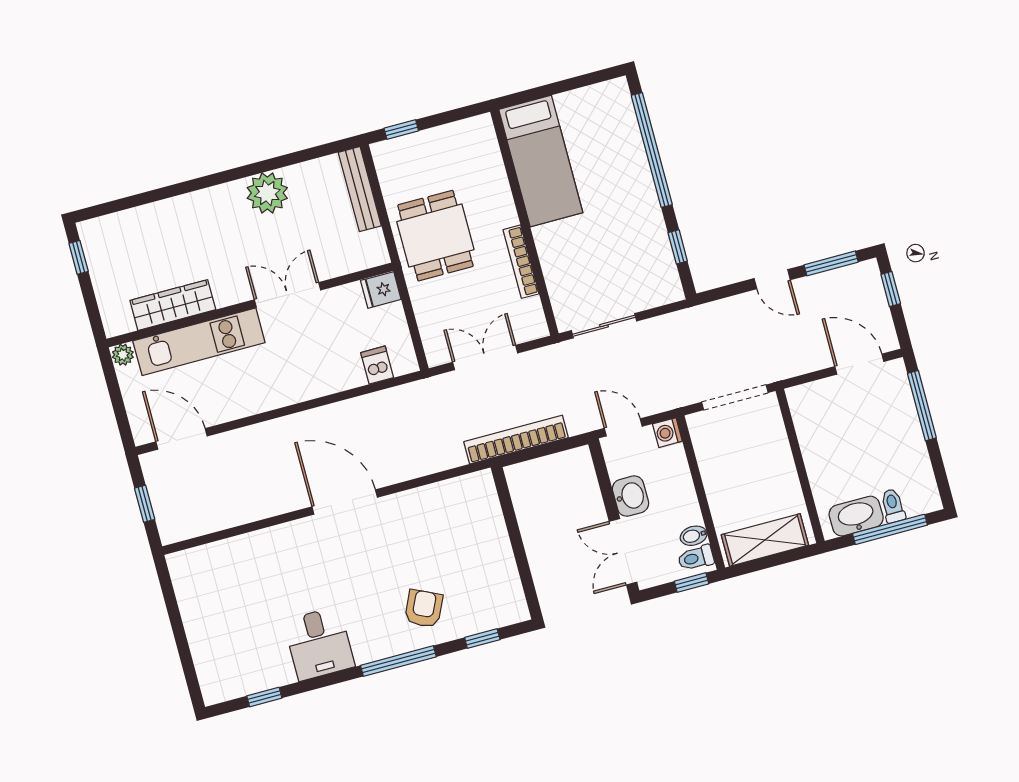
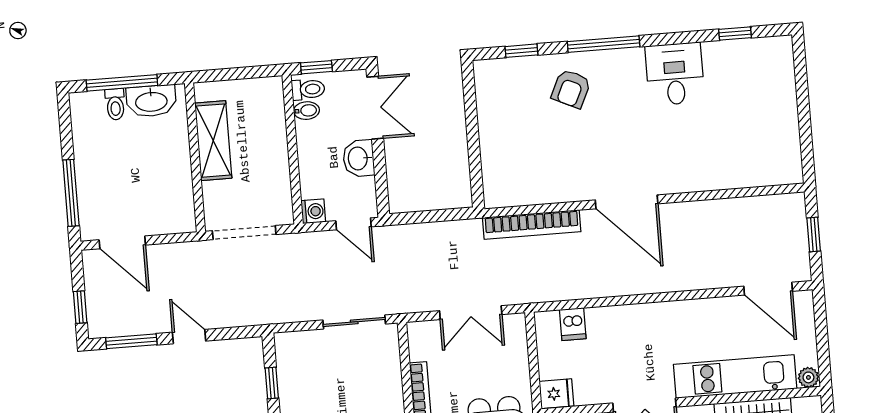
bookcase: (516, 440) -> (532, 225), moved
shelving: (765, 540) -> (213, 141), moved, turned 90

